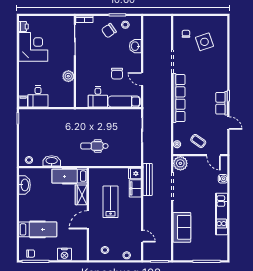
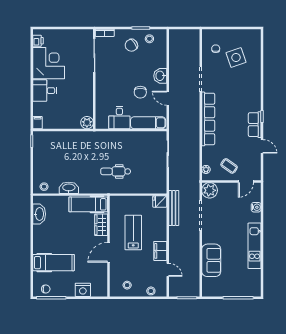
washbasin: (135, 46) -> (160, 76), moved
plant: (68, 76) -> (87, 123), moved
desk: (38, 96) -> (45, 91), moved, turned 90
door: (213, 155) -> (246, 181), hinge flipped
filing cabinet: (135, 188) -> (160, 251), moved

